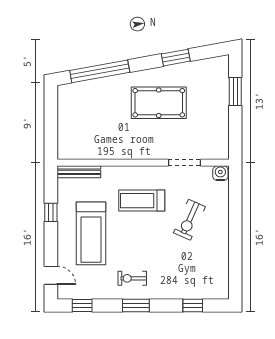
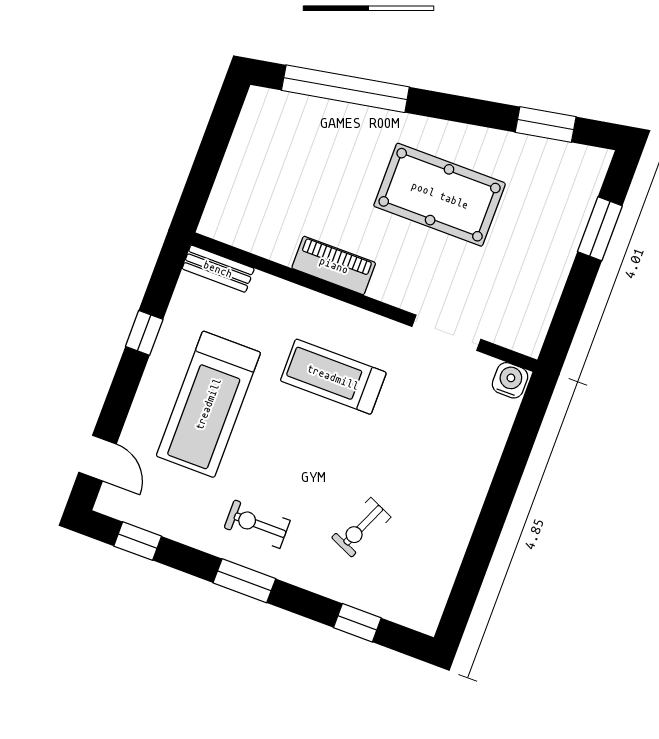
window: (176, 58) -> (546, 125), moved
piano: (124, 151) -> (334, 265), added
bench: (79, 172) -> (218, 269), width x0.73
exercise bike: (189, 220) -> (361, 527), moved, width x0.73, depth x0.72

